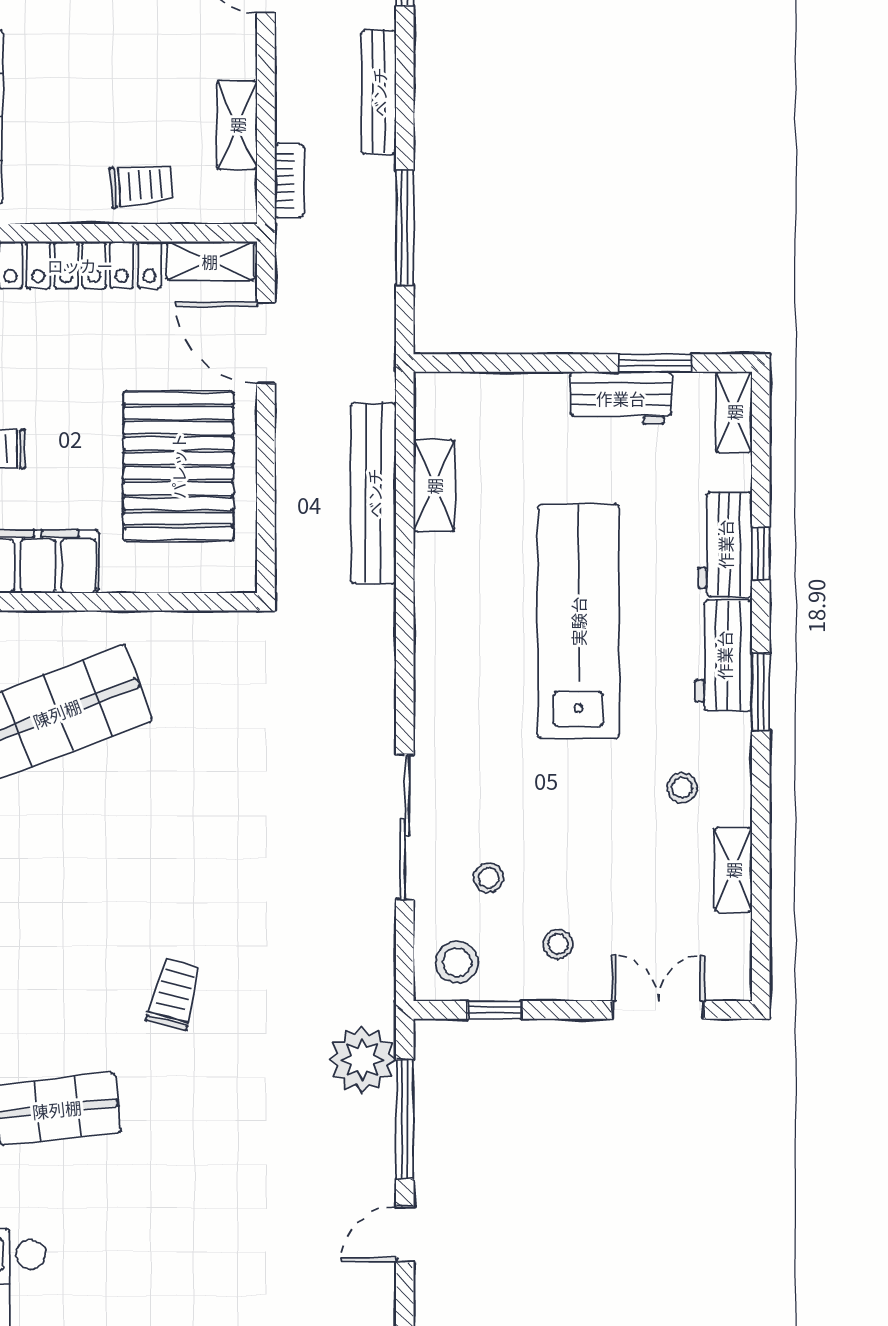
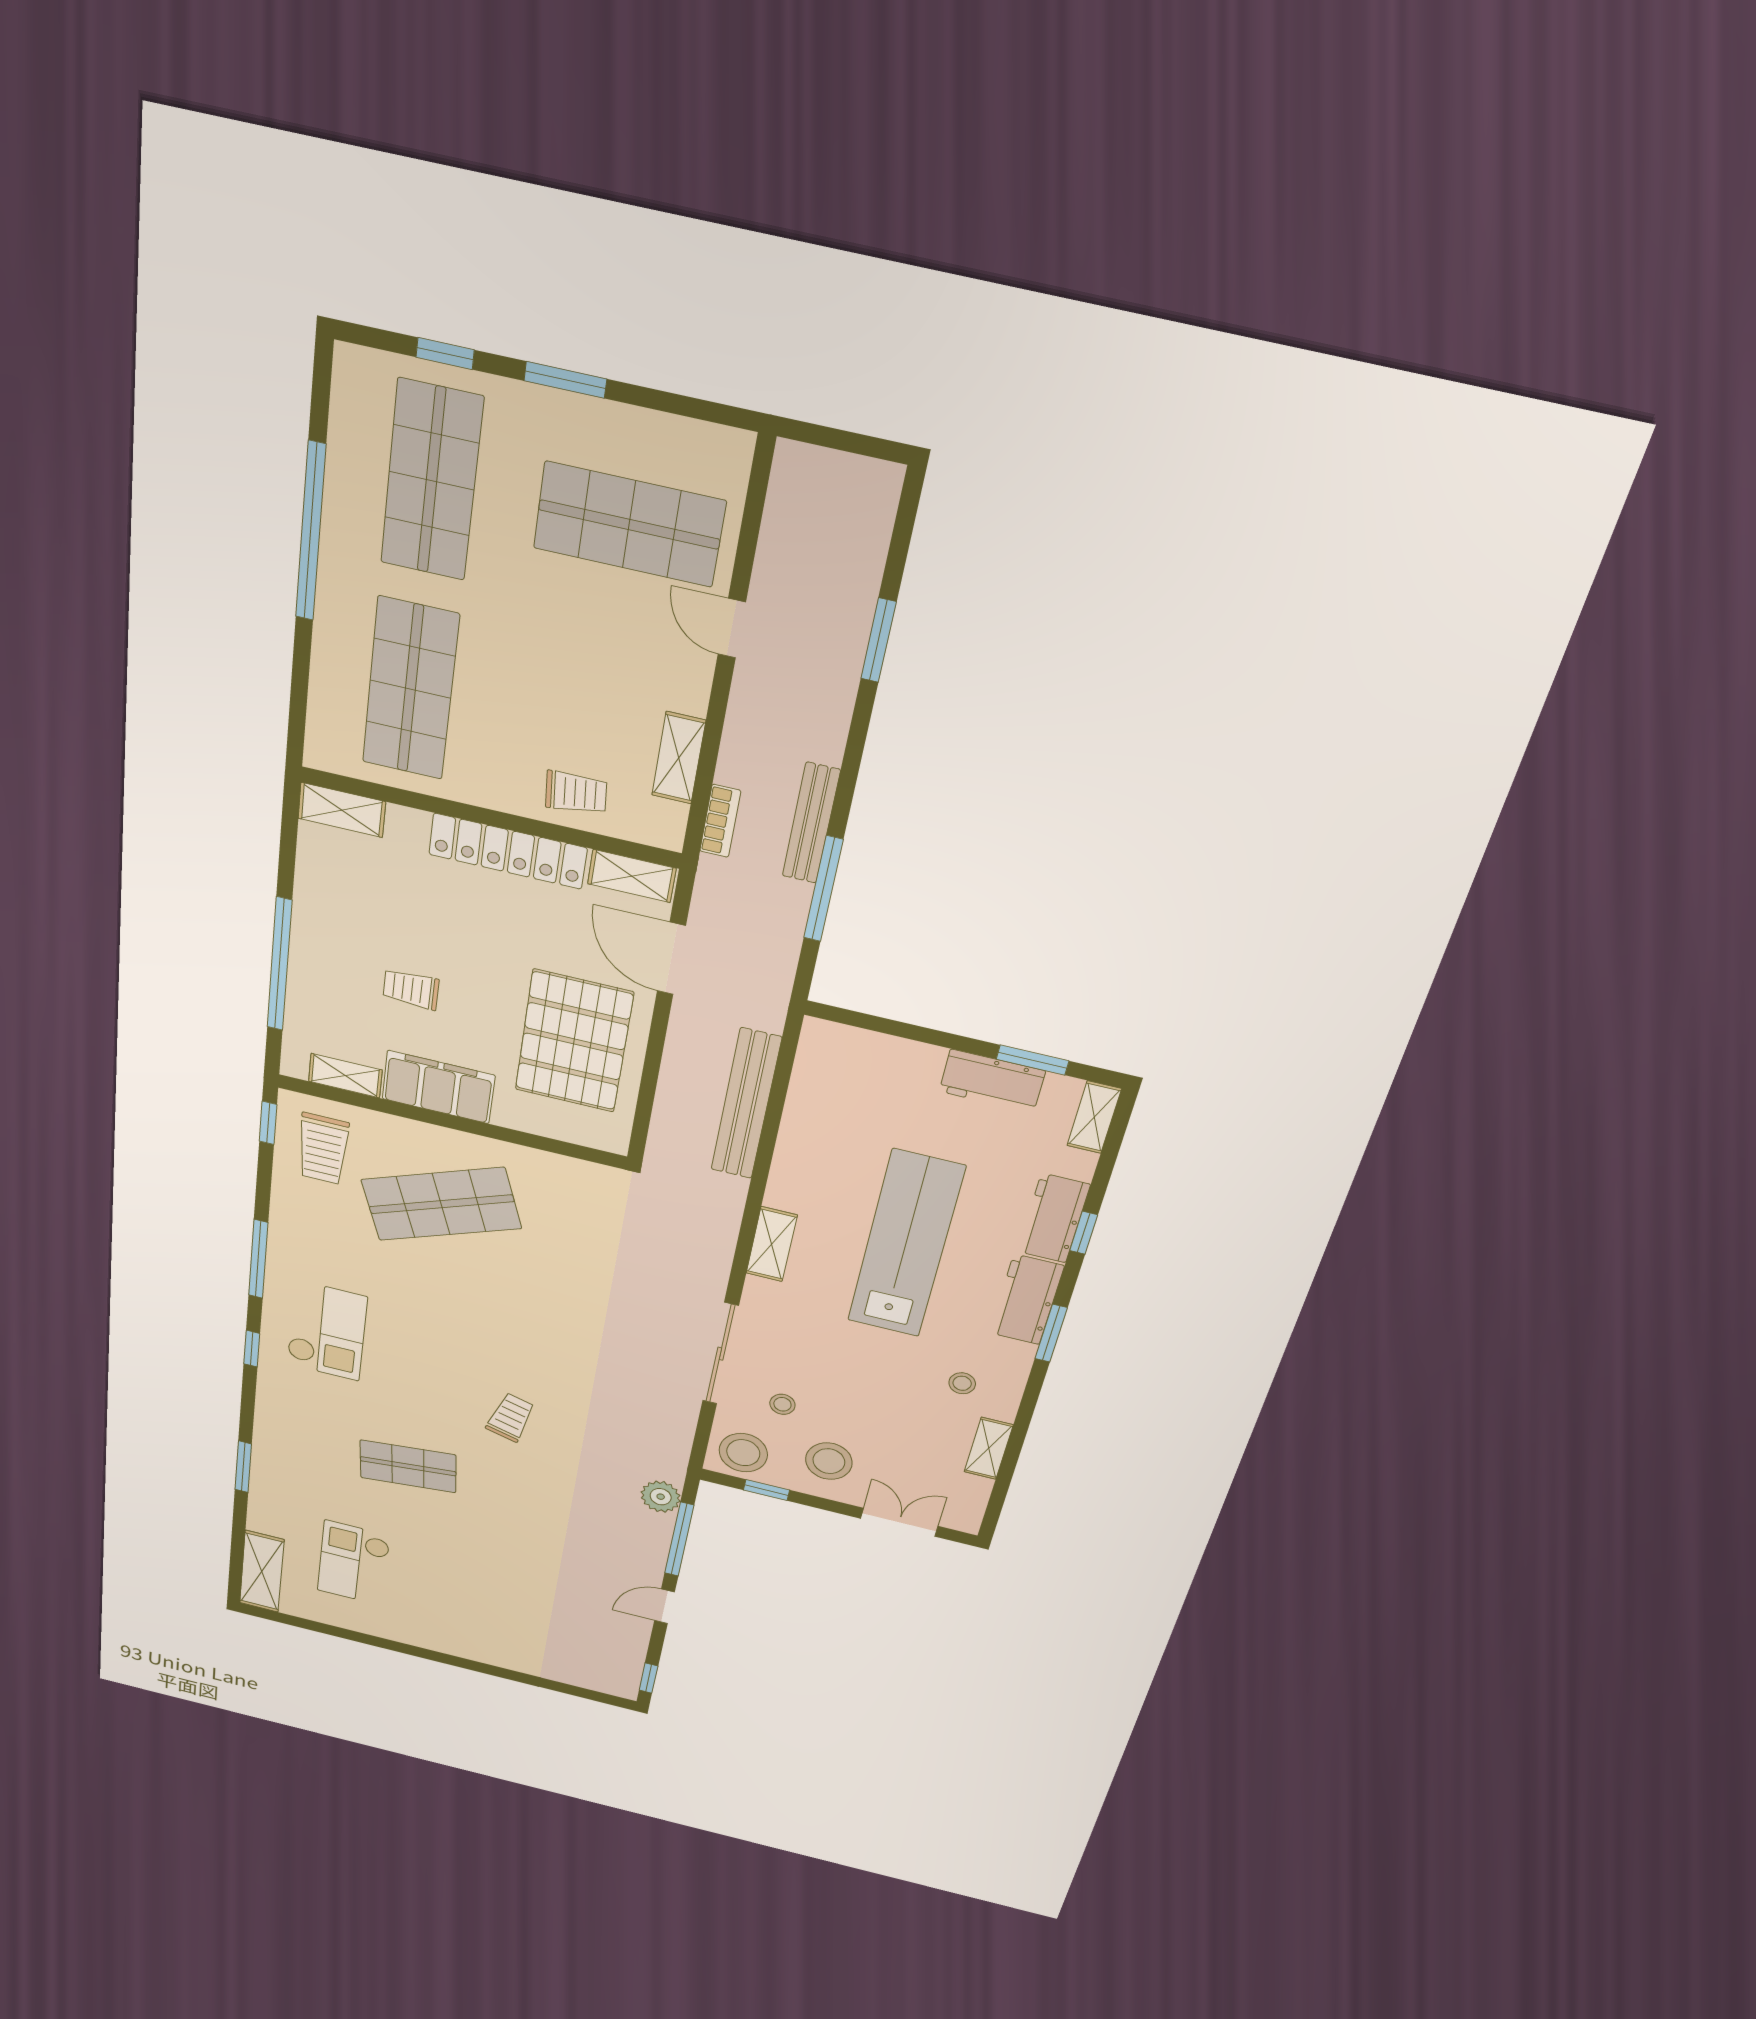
bench: (379, 92) -> (811, 823), moved
shelving: (434, 486) -> (772, 1244), moved
stool: (558, 944) -> (829, 1461), width x1.89, depth x1.89
stool: (457, 962) -> (743, 1453), width x1.38, depth x1.38
plant: (362, 1060) -> (661, 1497), width x0.73, depth x0.73

